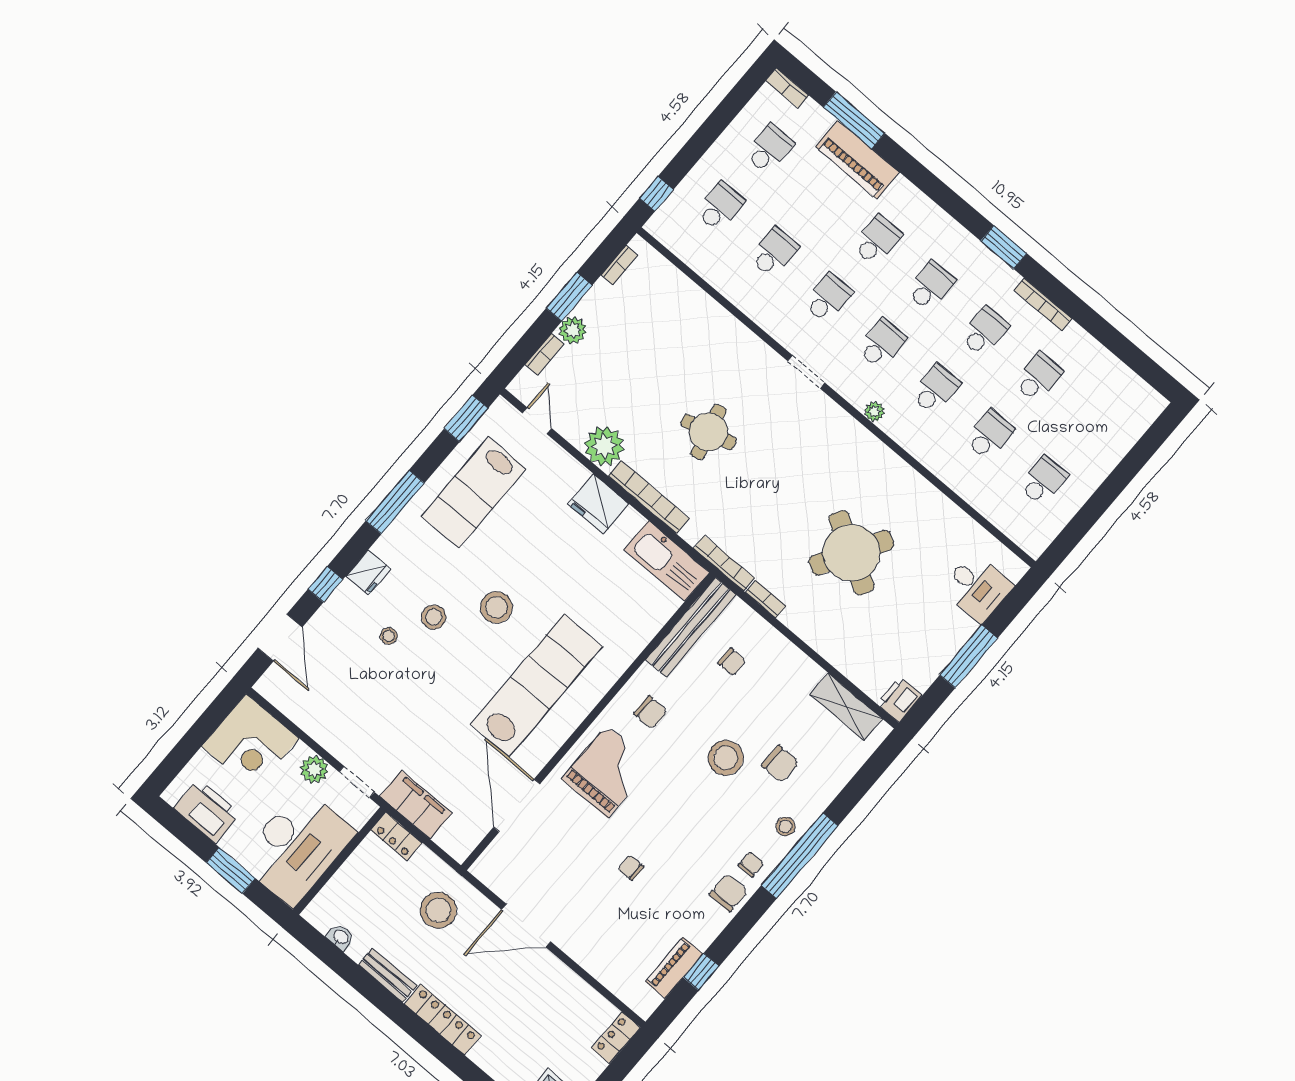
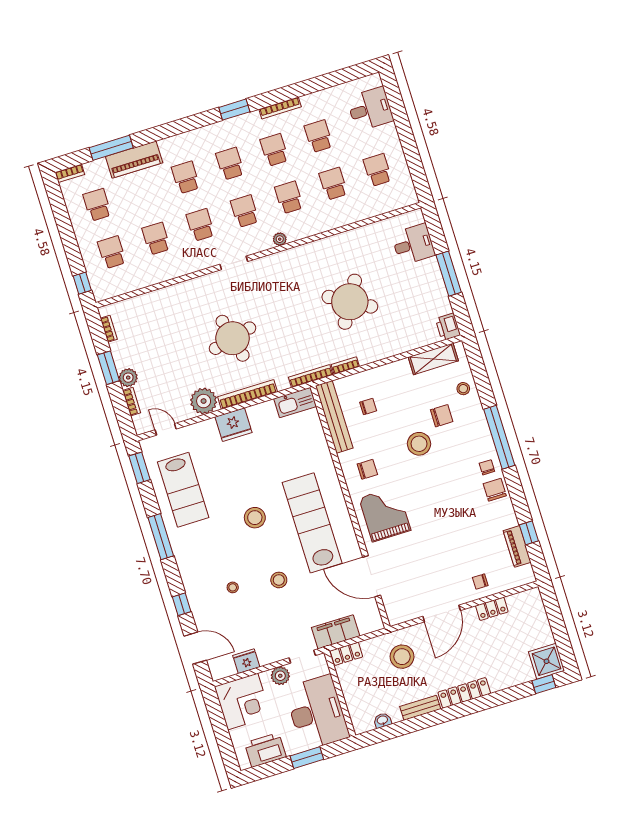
desk: (1116, 421) -> (370, 109), added
round table: (709, 432) -> (233, 338), width x1.36, depth x1.36
kitchen sink: (667, 561) -> (295, 402), width x0.73, depth x0.81
fridge: (368, 572) -> (246, 661), moved, turned -90
stool: (434, 617) -> (279, 580), moved
stool: (785, 826) -> (463, 389), moved
chair: (631, 868) -> (480, 582), moved
locker: (616, 1038) -> (492, 609), moved, turned -90

